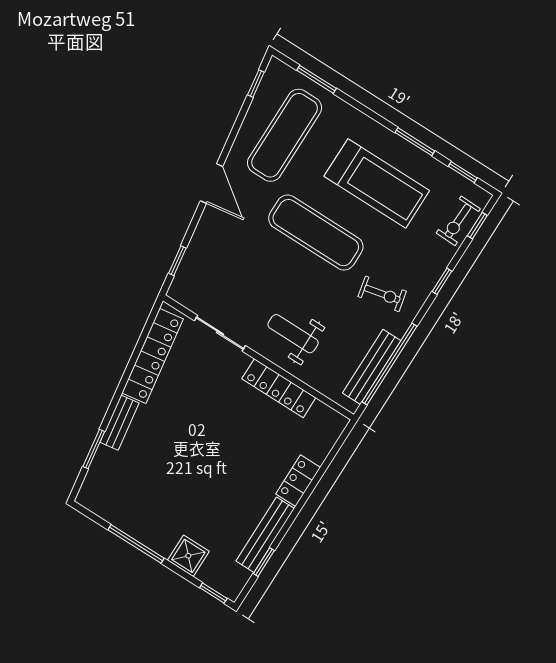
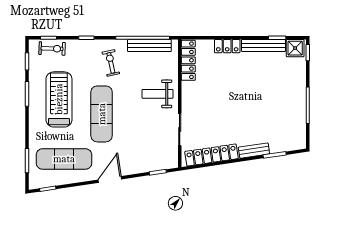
weight bench: (293, 334) -> (157, 94), turned 90
locker: (279, 388) -> (188, 60), moved
shower: (188, 556) -> (295, 48), moved

